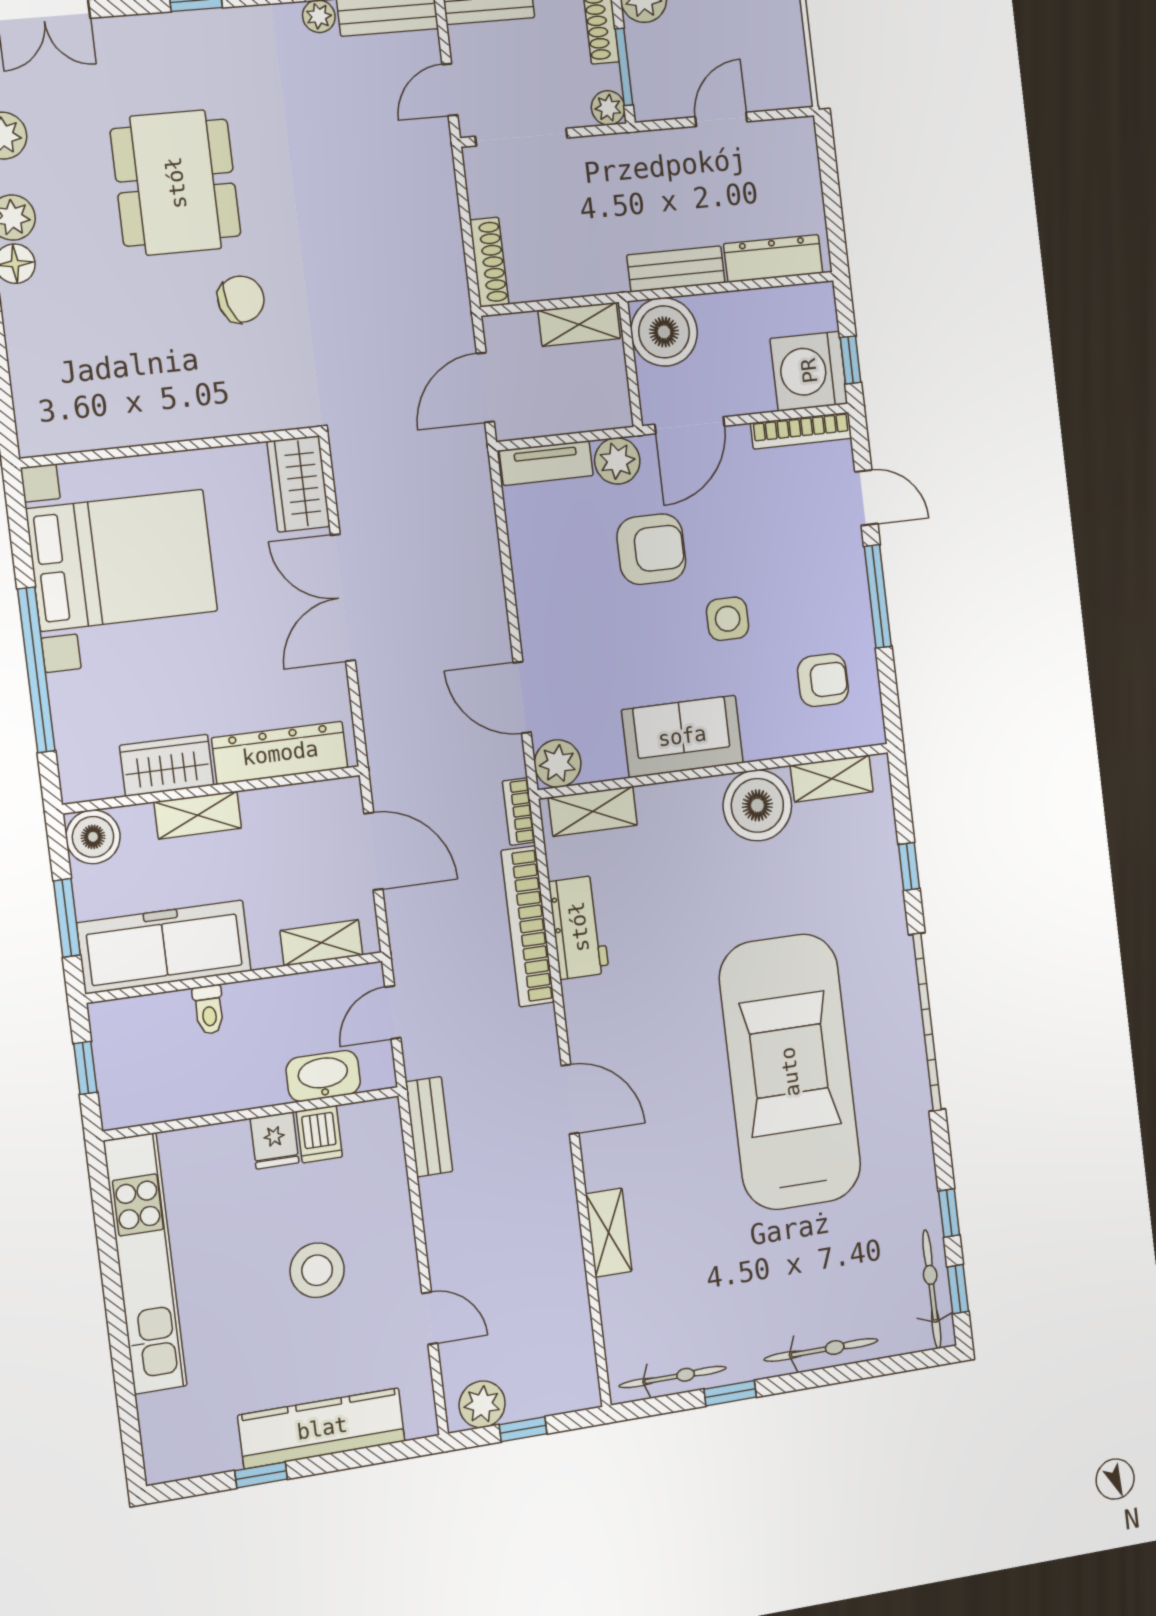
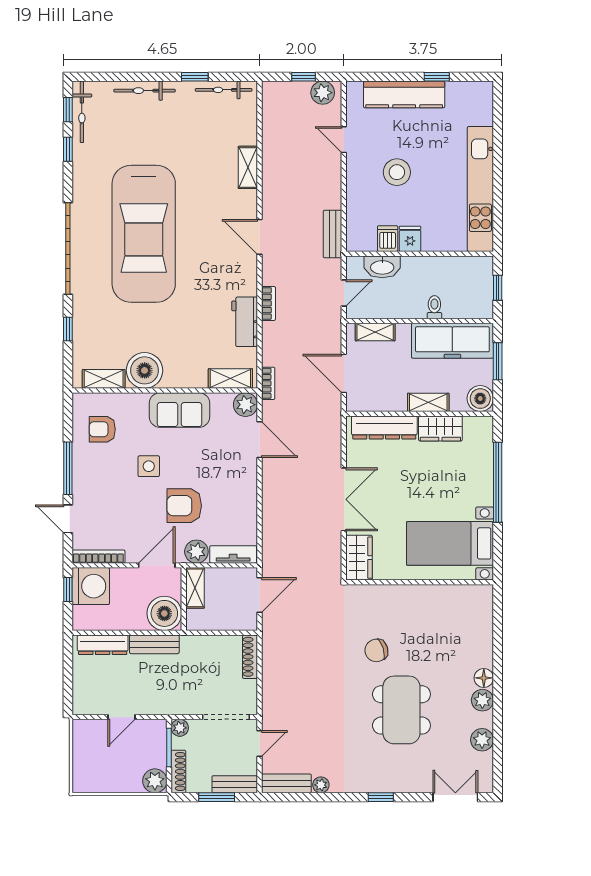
shelving: (579, 324) -> (195, 588), moved, turned 90
bed with nightstands: (122, 560) -> (450, 543), width x0.73
bookcase: (528, 926) -> (268, 303), width x0.43, depth x0.76

